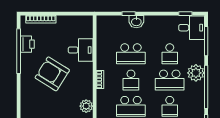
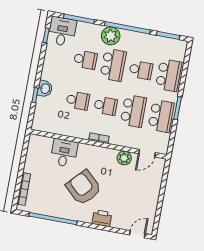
printer: (27, 44) -> (102, 218), moved
school desk: (131, 54) -> (78, 101), width x0.54
armchair: (52, 74) -> (84, 188), turned 101

